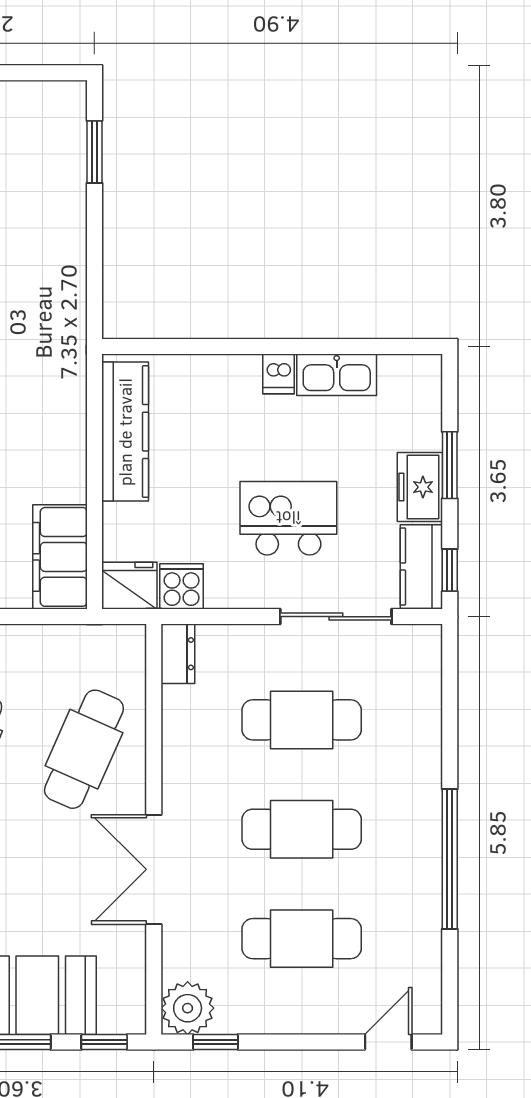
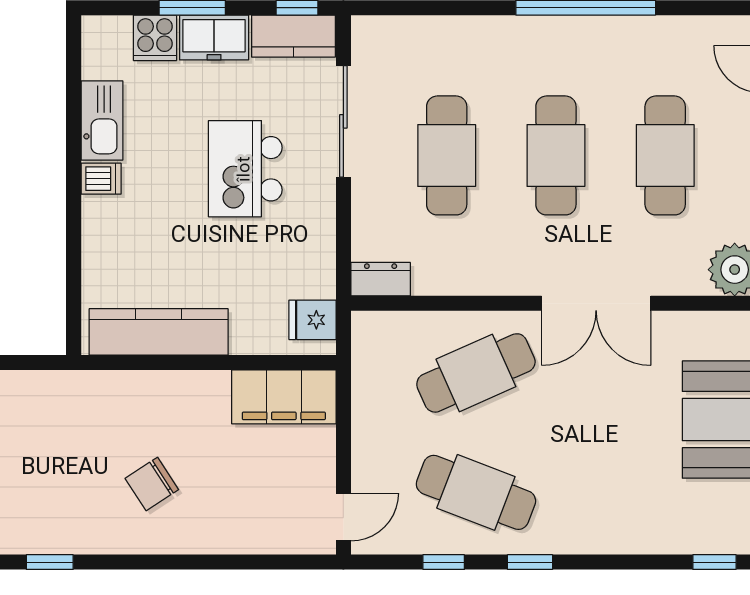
fridge: (130, 586) -> (313, 320), width x0.72
cooker: (182, 586) -> (155, 38), moved, turned -90
cafe table: (84, 749) -> (476, 373), turned -48

